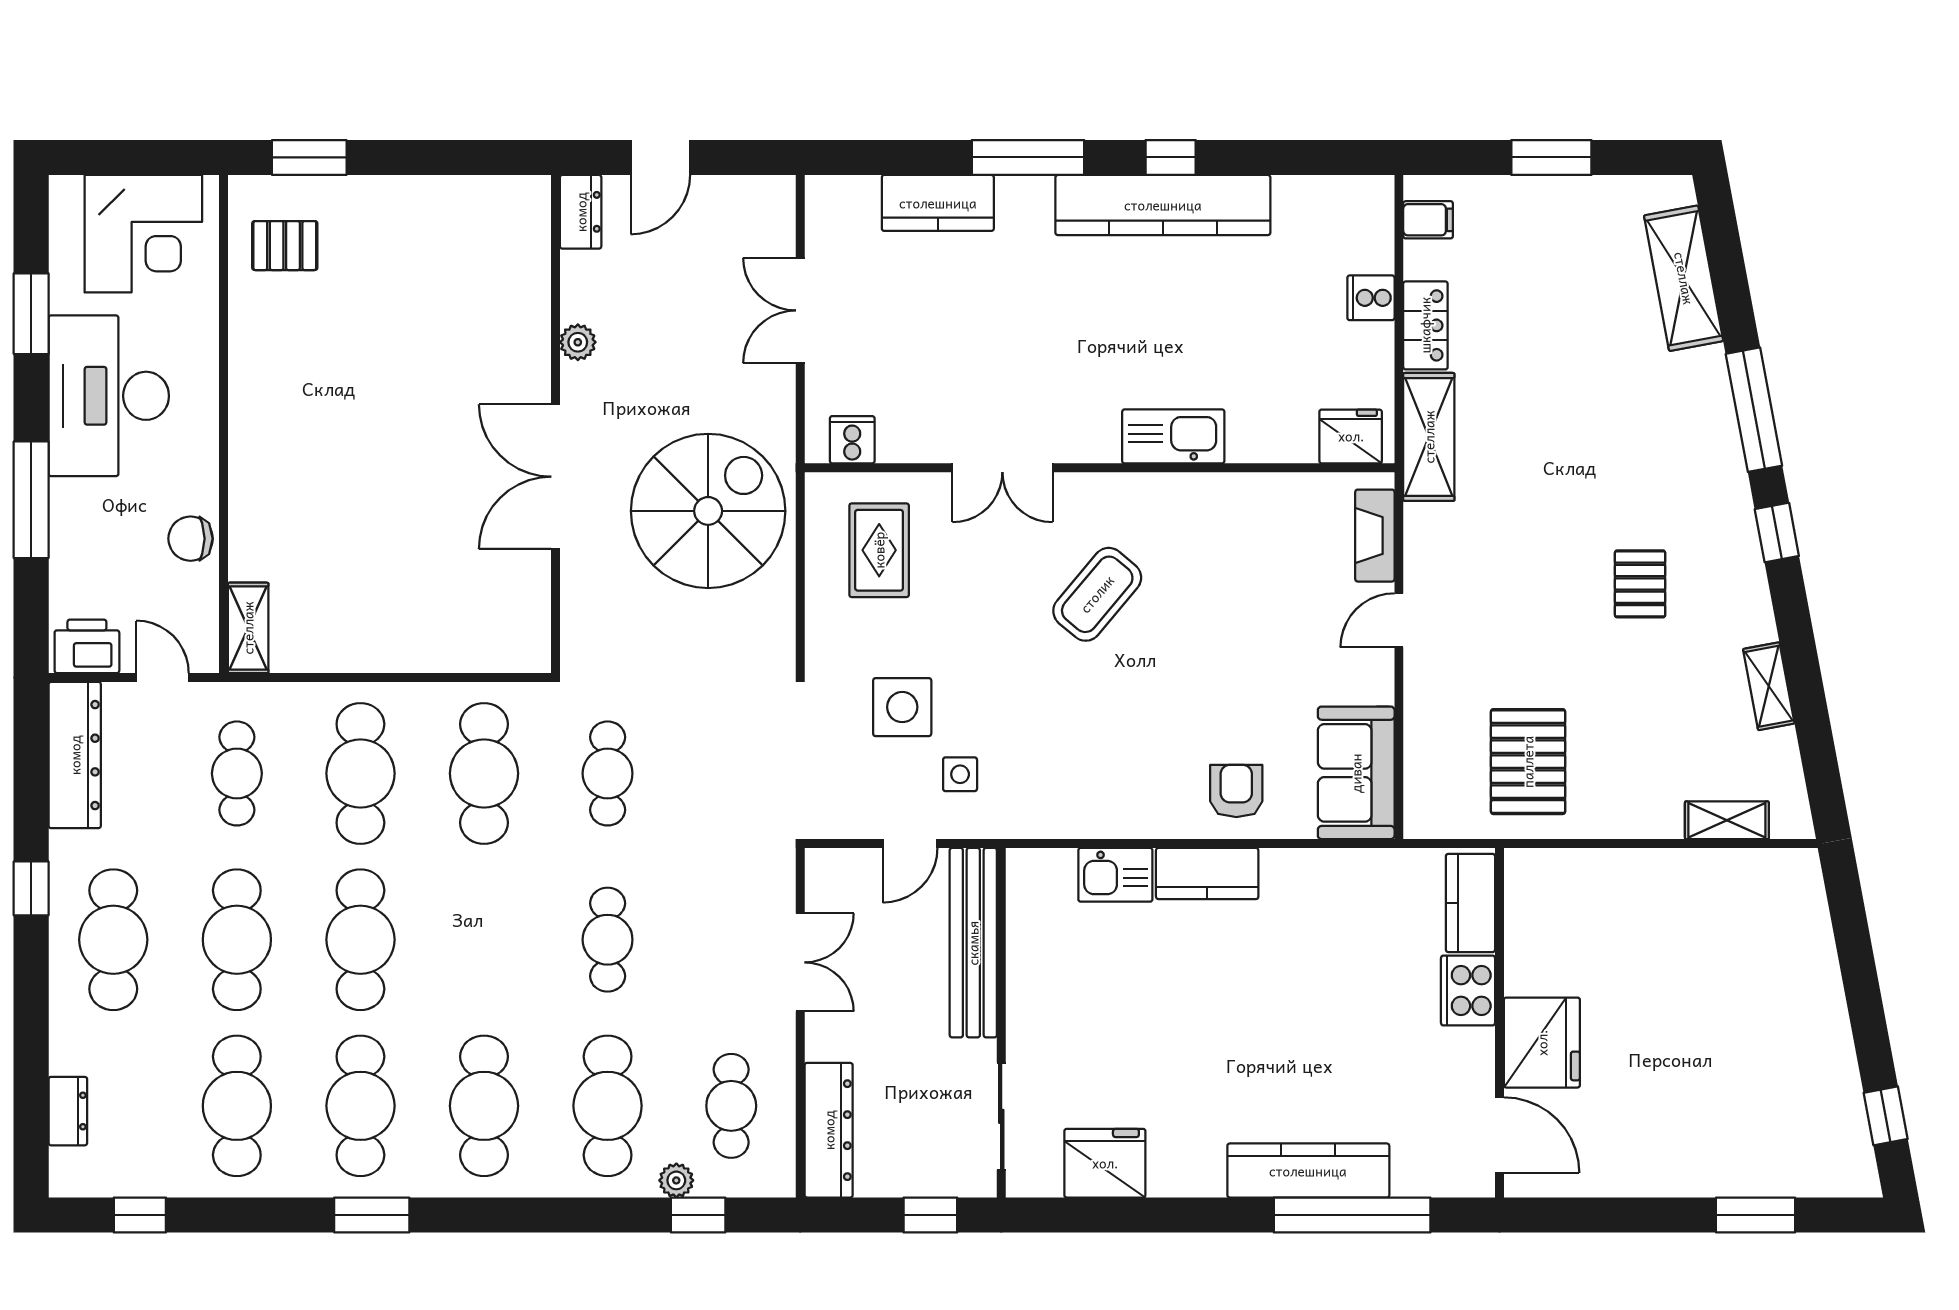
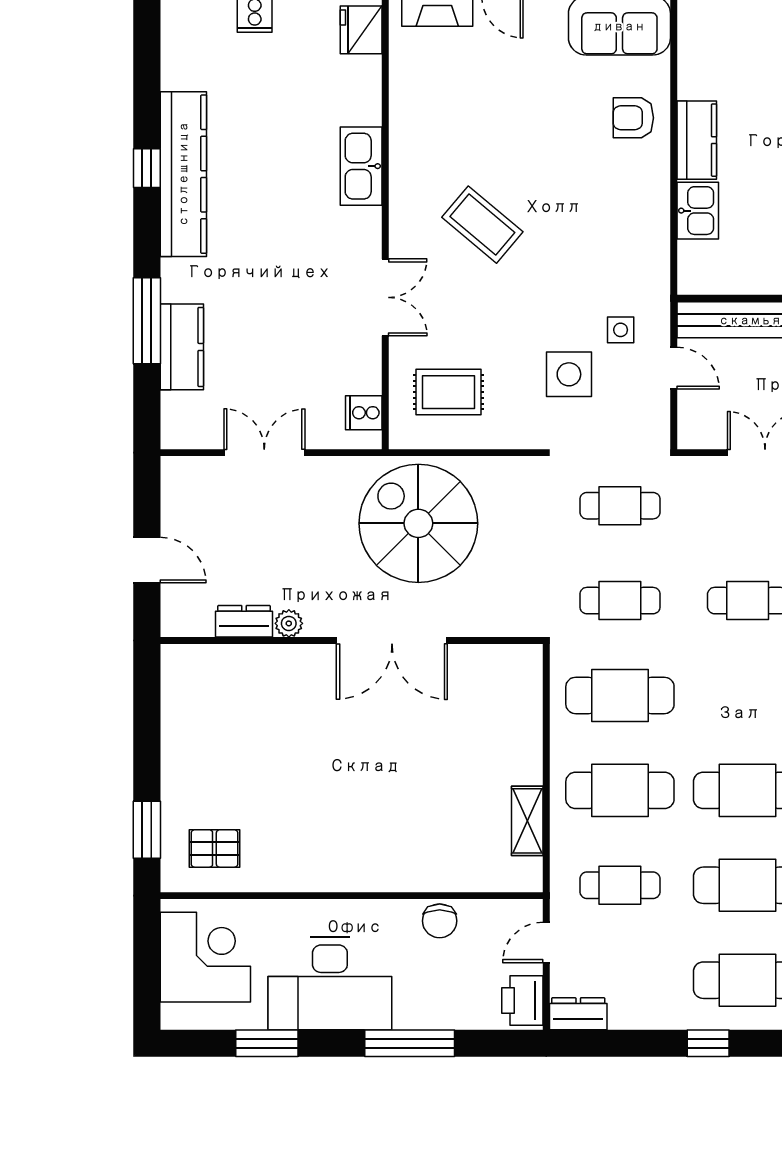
window: (1028, 157) -> (147, 321), moved
dresser: (581, 212) -> (244, 621), moved
pallet: (285, 246) -> (214, 848), turned 90
double door: (800, 310) -> (264, 453), swing flipped
shelving: (248, 628) -> (527, 821), moved, turned 90
dresser: (75, 755) -> (578, 1014), width x0.51, depth x0.80
cafe table: (731, 773) -> (620, 506), added

